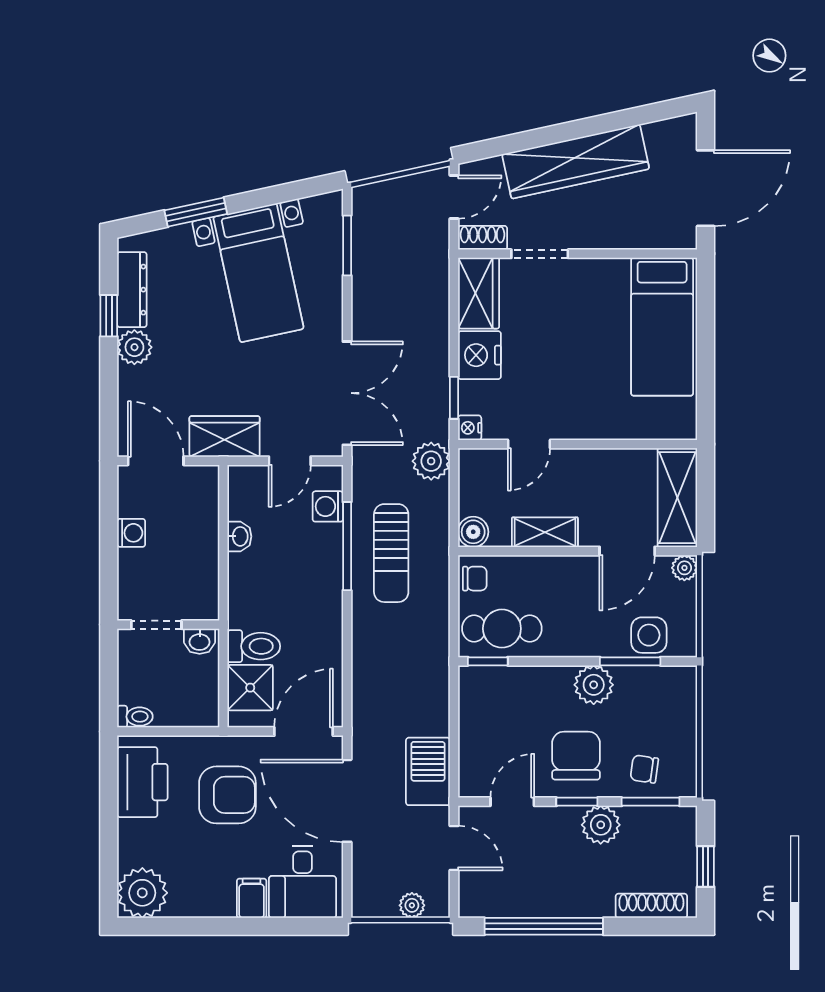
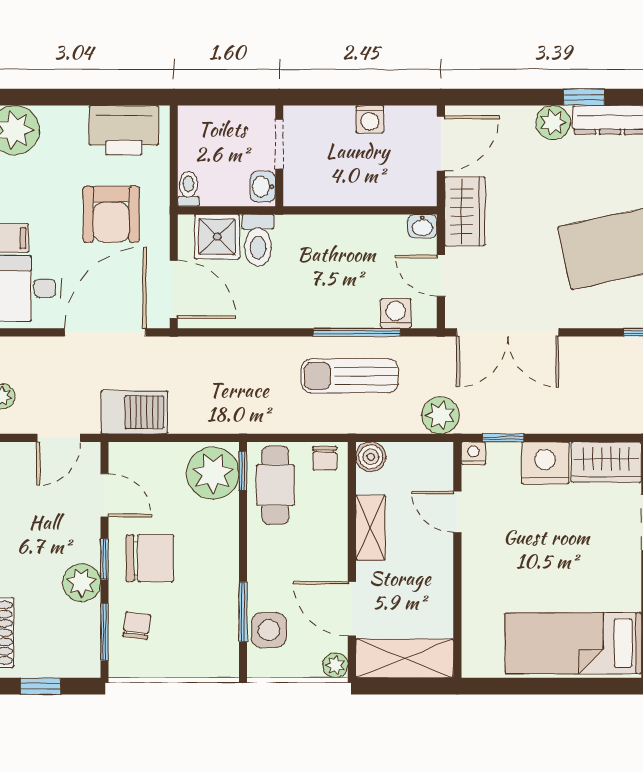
washbasin: (239, 536) -> (422, 226), moved
plant: (594, 685) -> (213, 473), moved, width x1.36, depth x1.36
toilet: (135, 717) -> (188, 189), moved, turned 180

